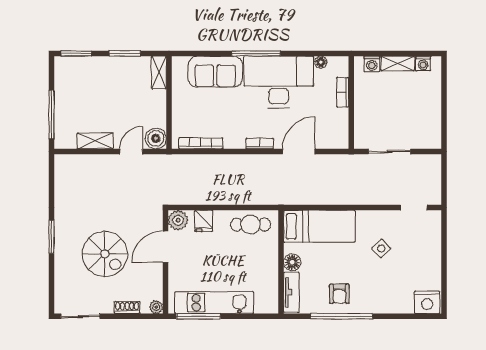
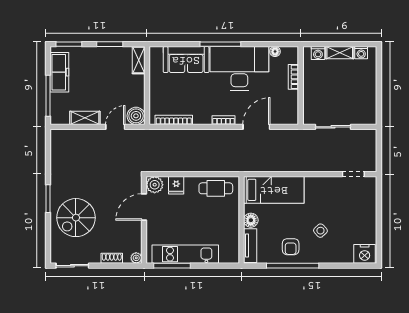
freezer: (65, 87) -> (59, 72), added
side table: (381, 248) -> (320, 231), moved
spiral stairs: (105, 254) -> (76, 218), moved, turned 90

